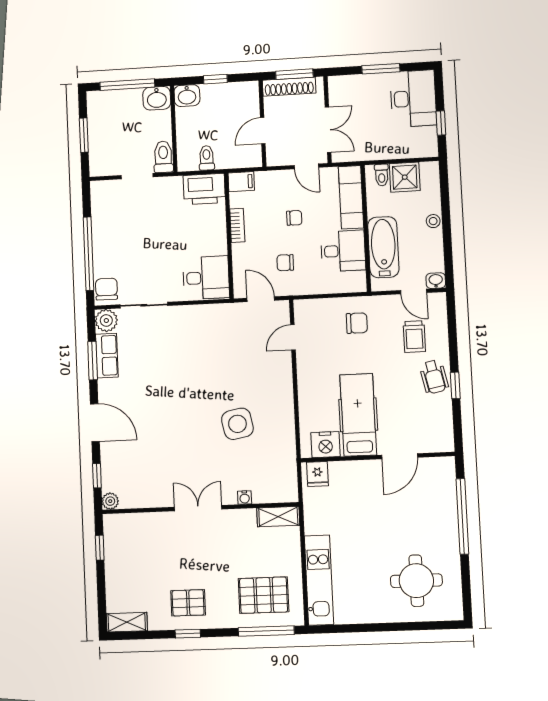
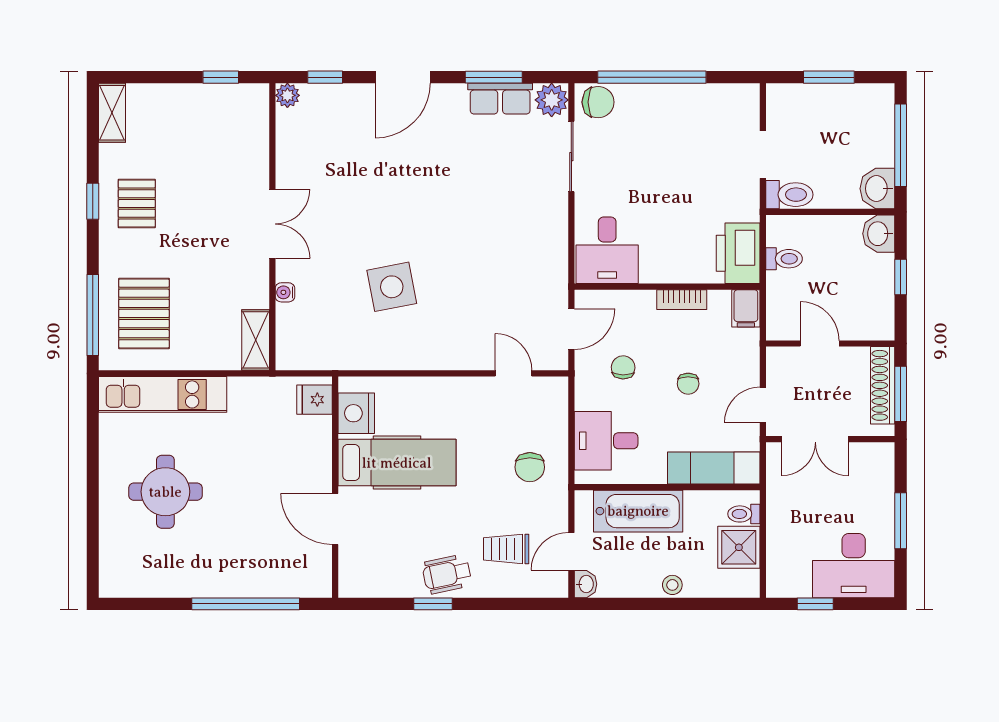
desk: (343, 251) -> (606, 441), moved, turned 90
round table: (416, 581) -> (165, 492), moved

